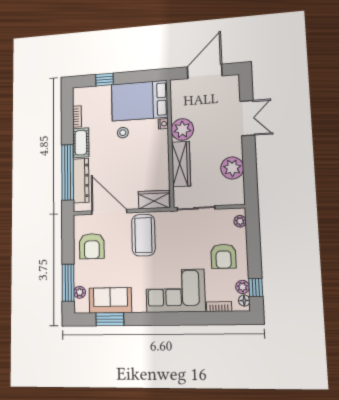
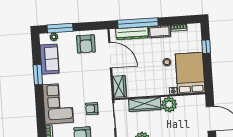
door: (109, 212) -> (110, 55), hinge flipped
coffee table: (143, 235) -> (95, 80), removed
armchair: (185, 241) -> (92, 109), added
armchair: (92, 246) -> (86, 44), turned -90
window: (110, 319) -> (38, 75), moved

